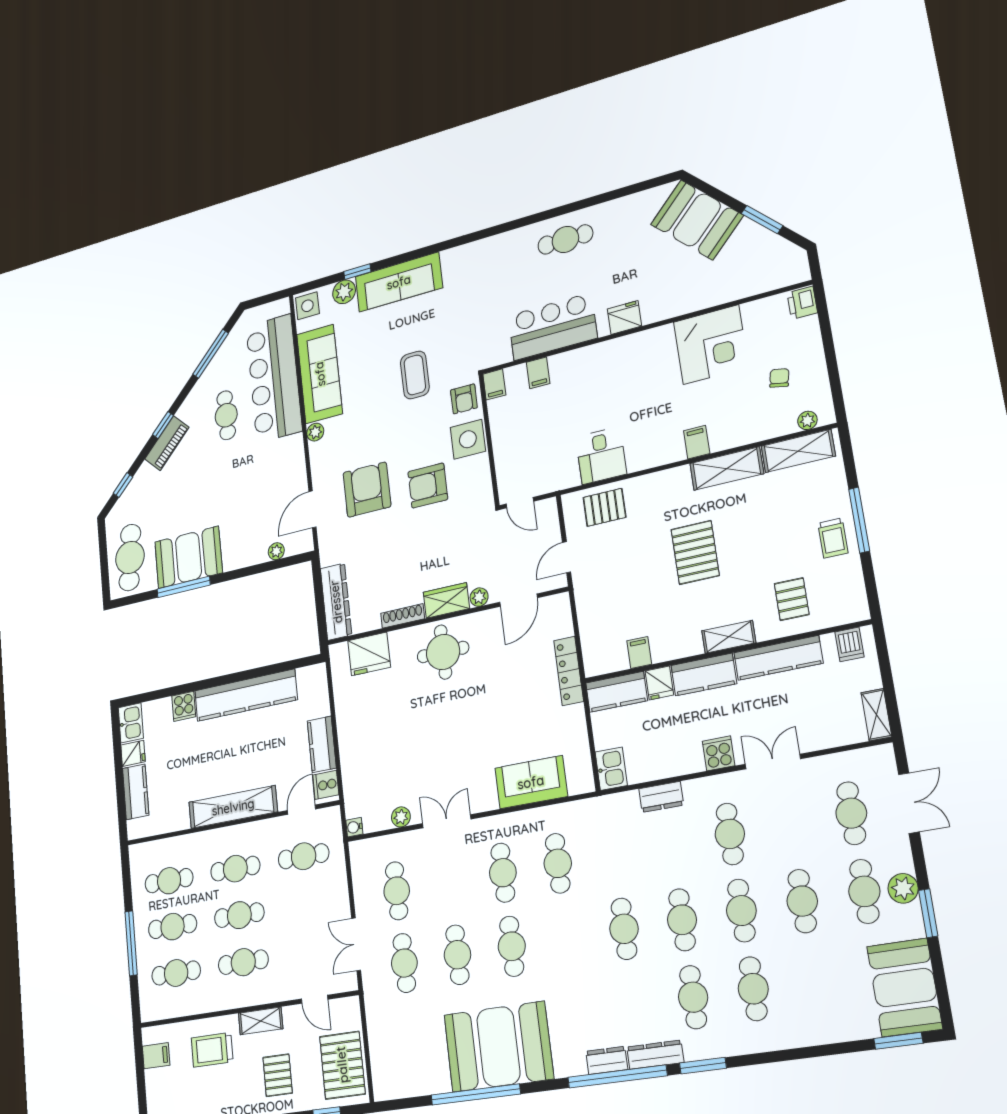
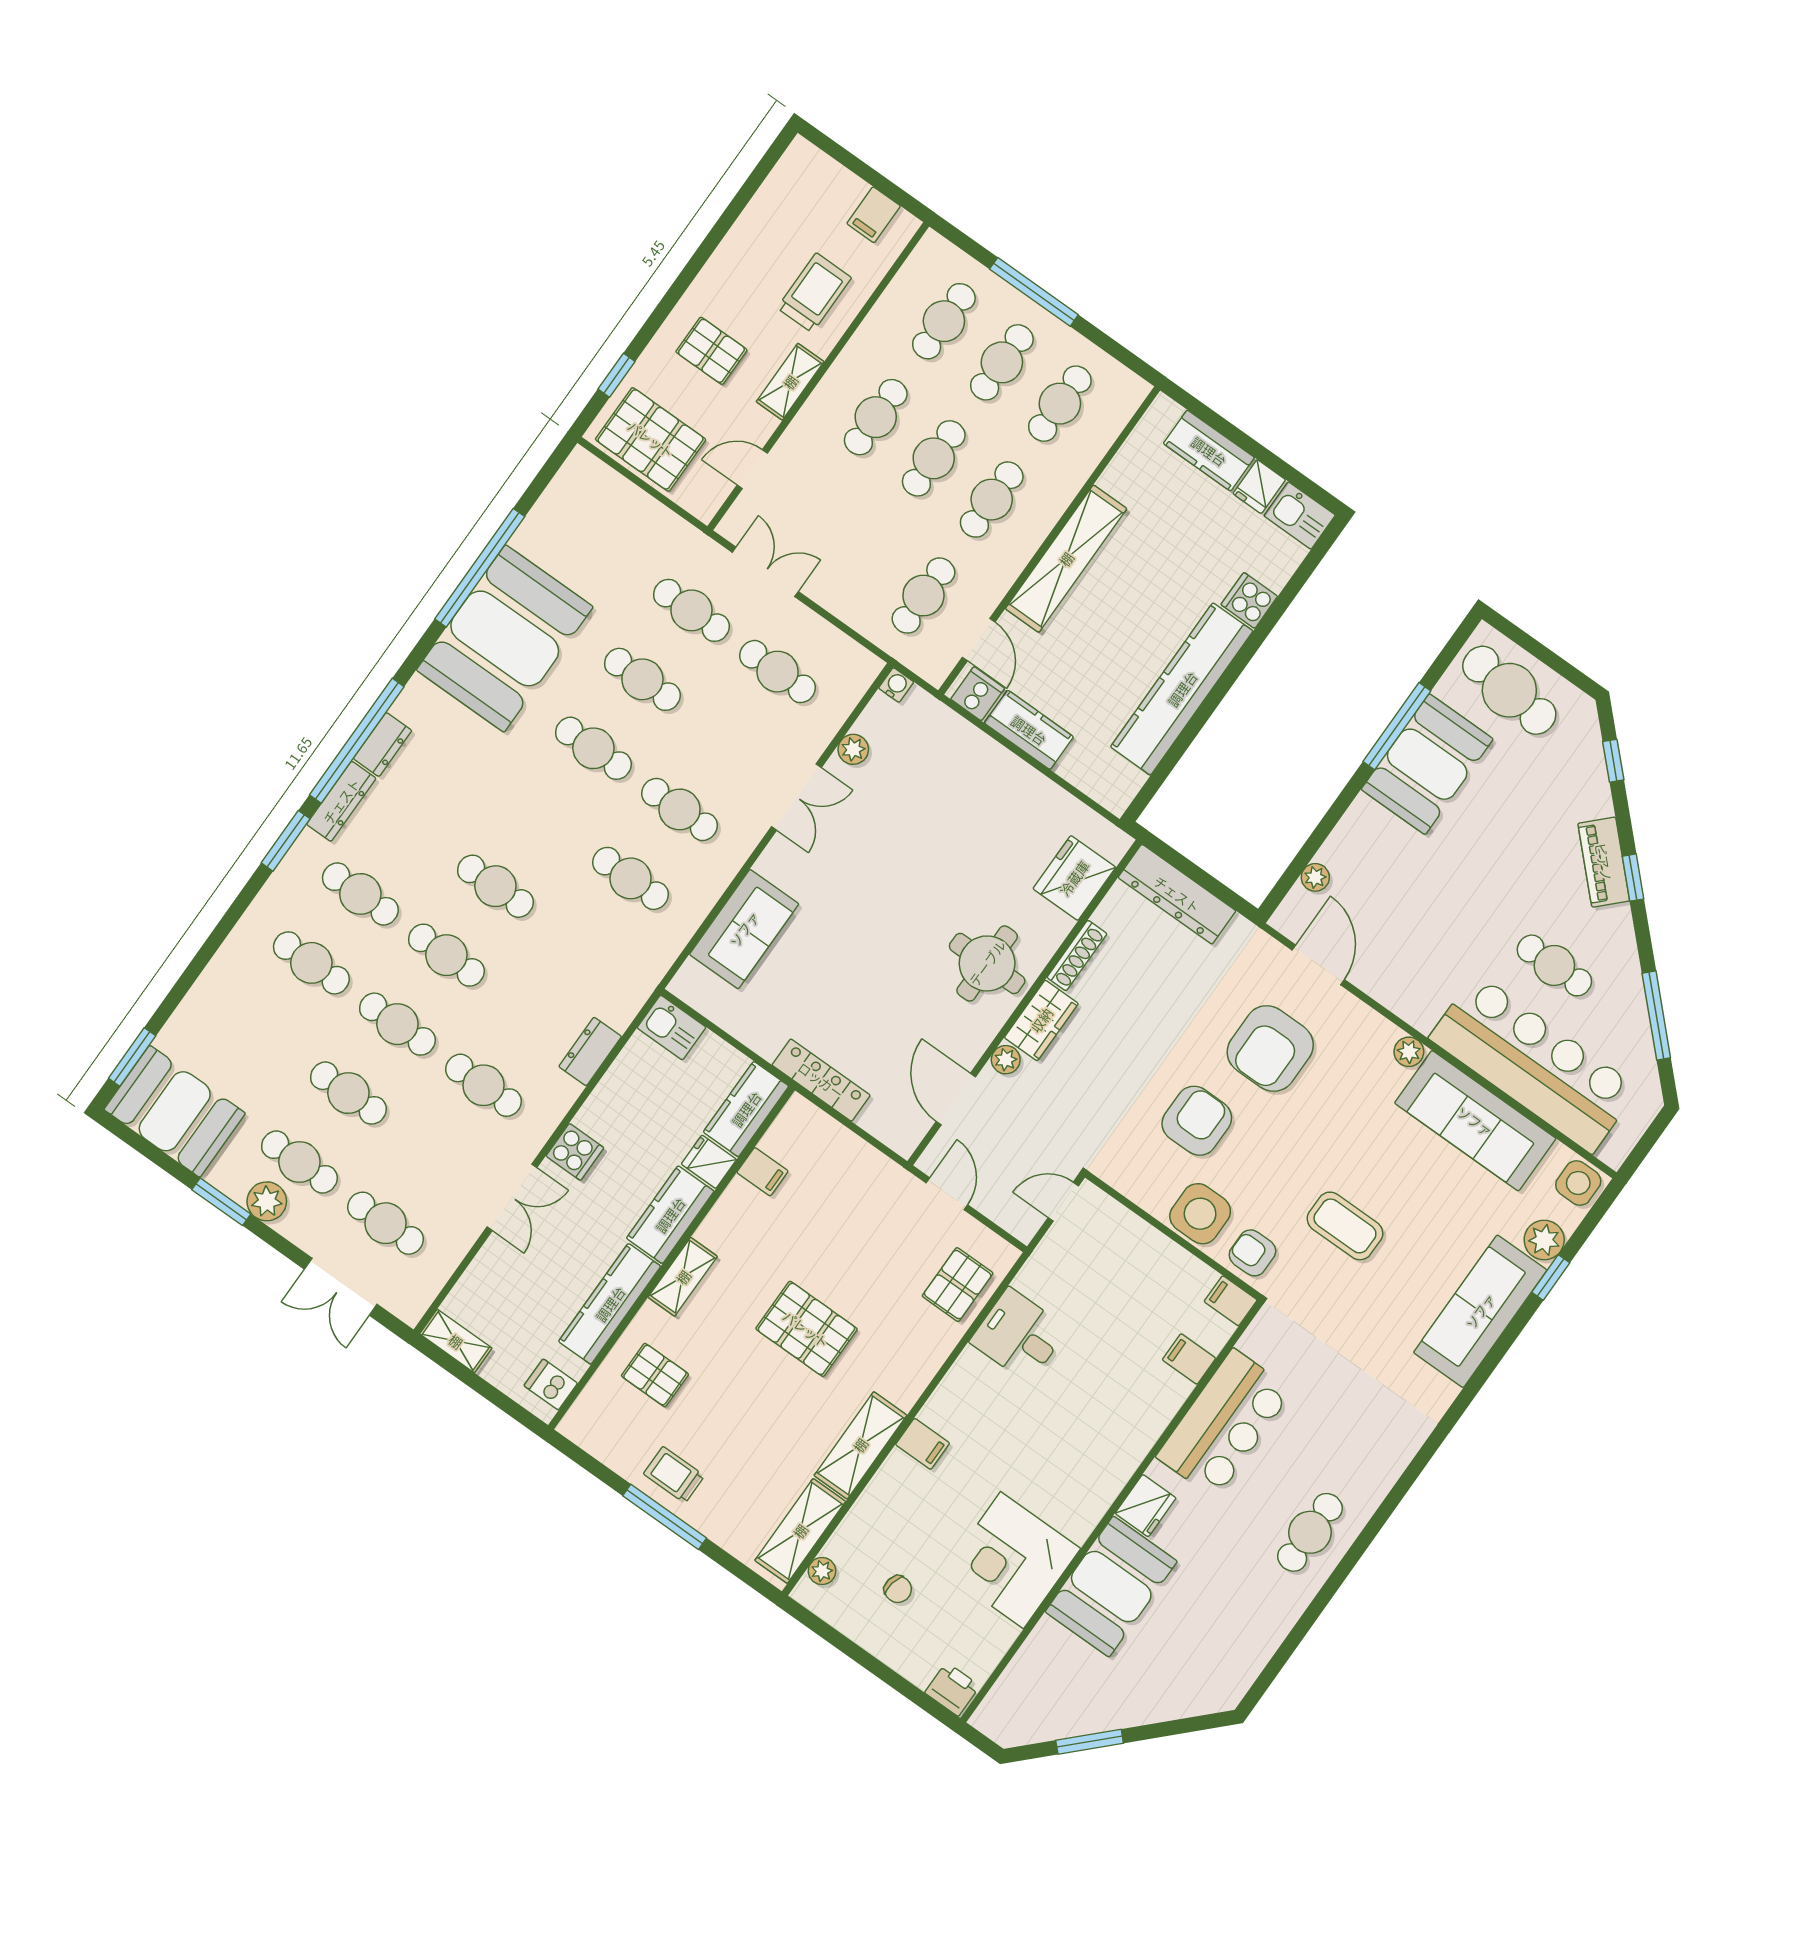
booth: (697, 220) -> (1111, 1587), moved, turned -45
armchair: (367, 490) -> (1270, 1048), turned 90

